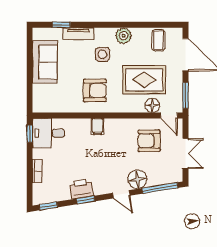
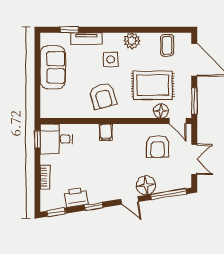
armchair: (95, 90) -> (103, 96), turned 75
armchair: (149, 141) -> (158, 147), turned -90
printer: (81, 189) -> (76, 197), moved

